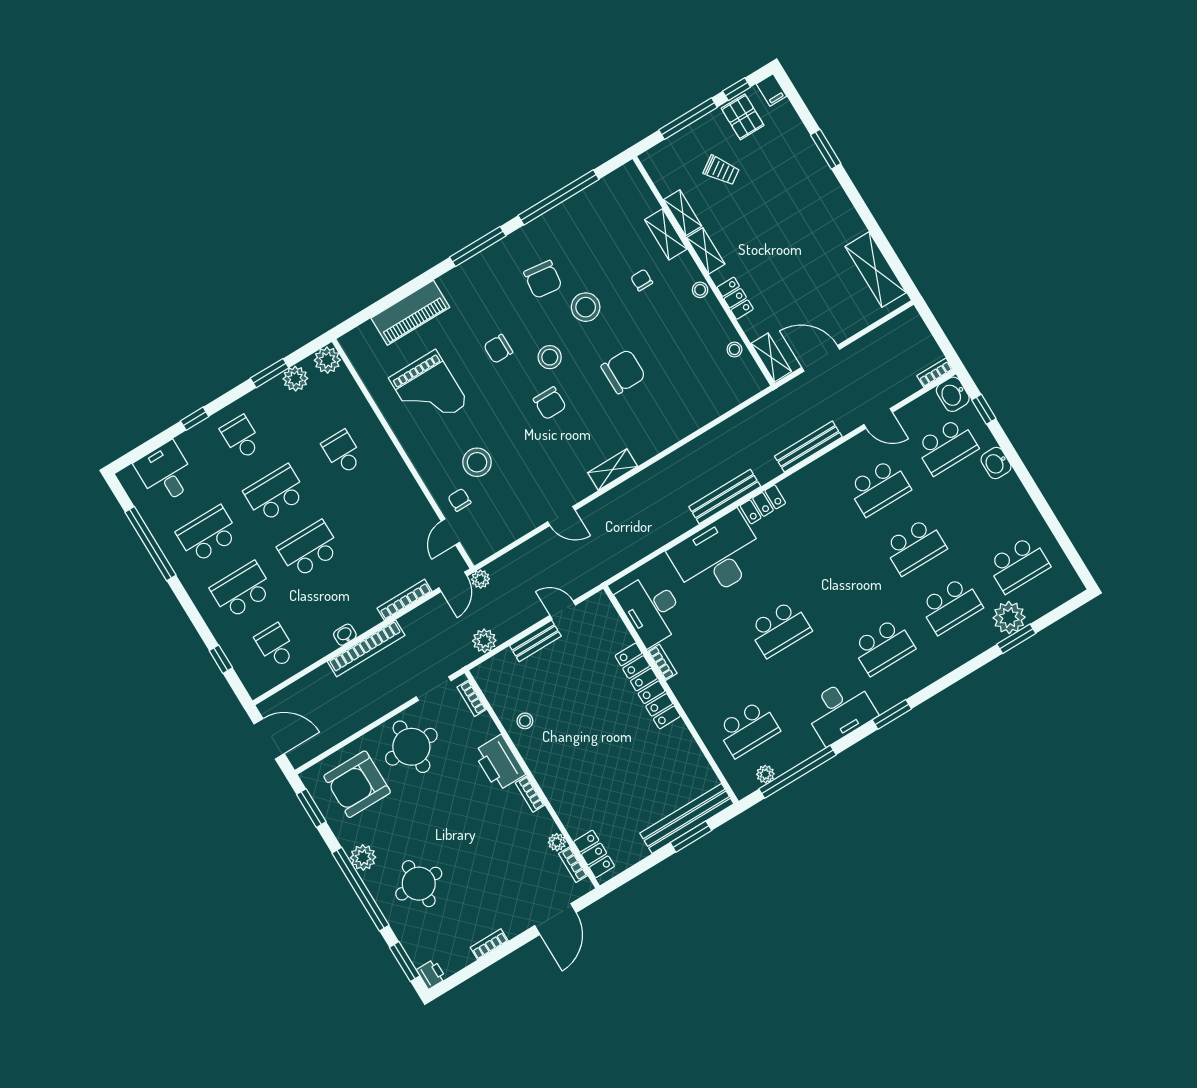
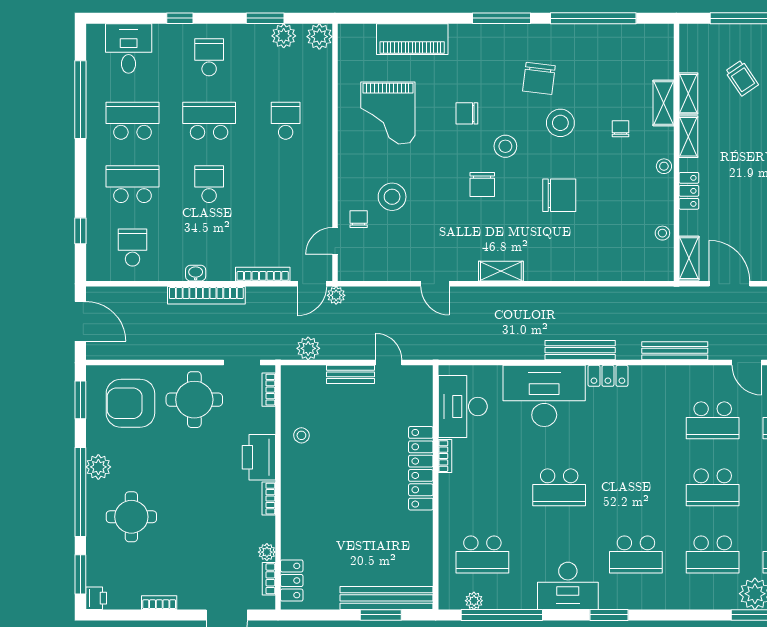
school desk: (309, 549) -> (209, 184), width x0.54

